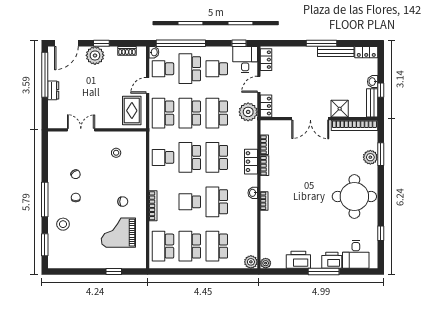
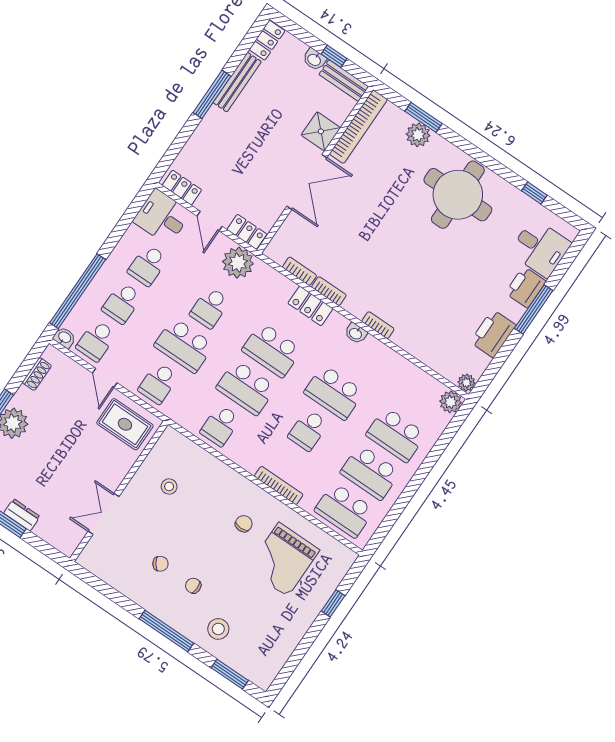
window: (239, 43) -> (133, 210), removed
school desk: (190, 69) -> (122, 303), width x0.54
school desk: (163, 113) -> (158, 383), width x0.54
school desk: (217, 113) -> (210, 308), width x0.54

